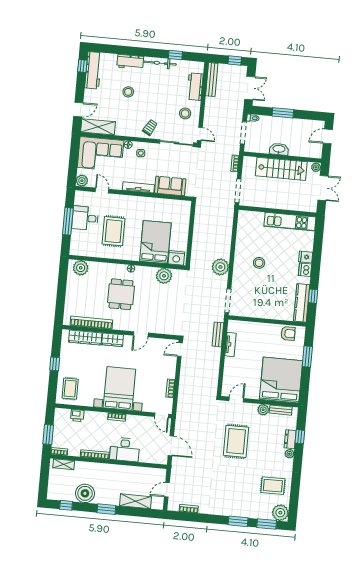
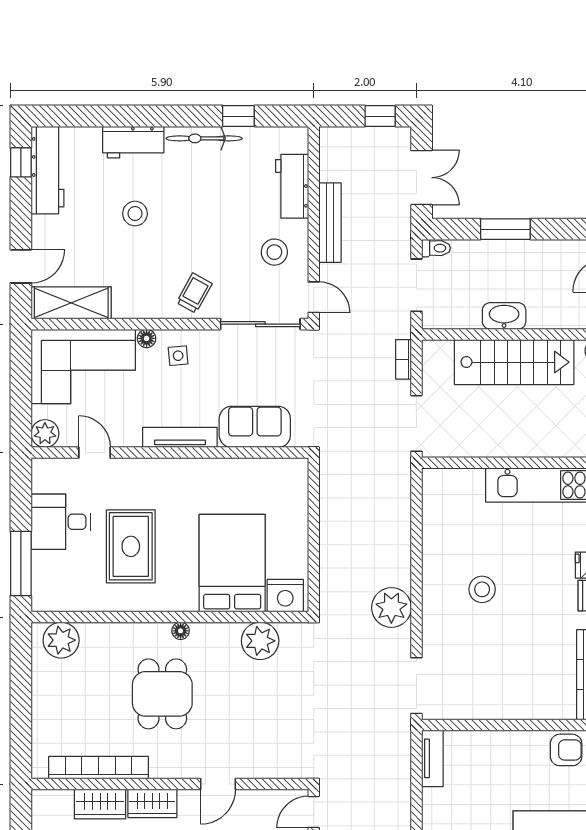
bench: (212, 80) -> (330, 223), moved
window: (68, 221) -> (21, 564), moved
bench: (218, 334) -> (400, 768), removed
wardrobe: (85, 337) -> (100, 804), width x0.67
tv unit: (230, 344) -> (432, 758), moved

